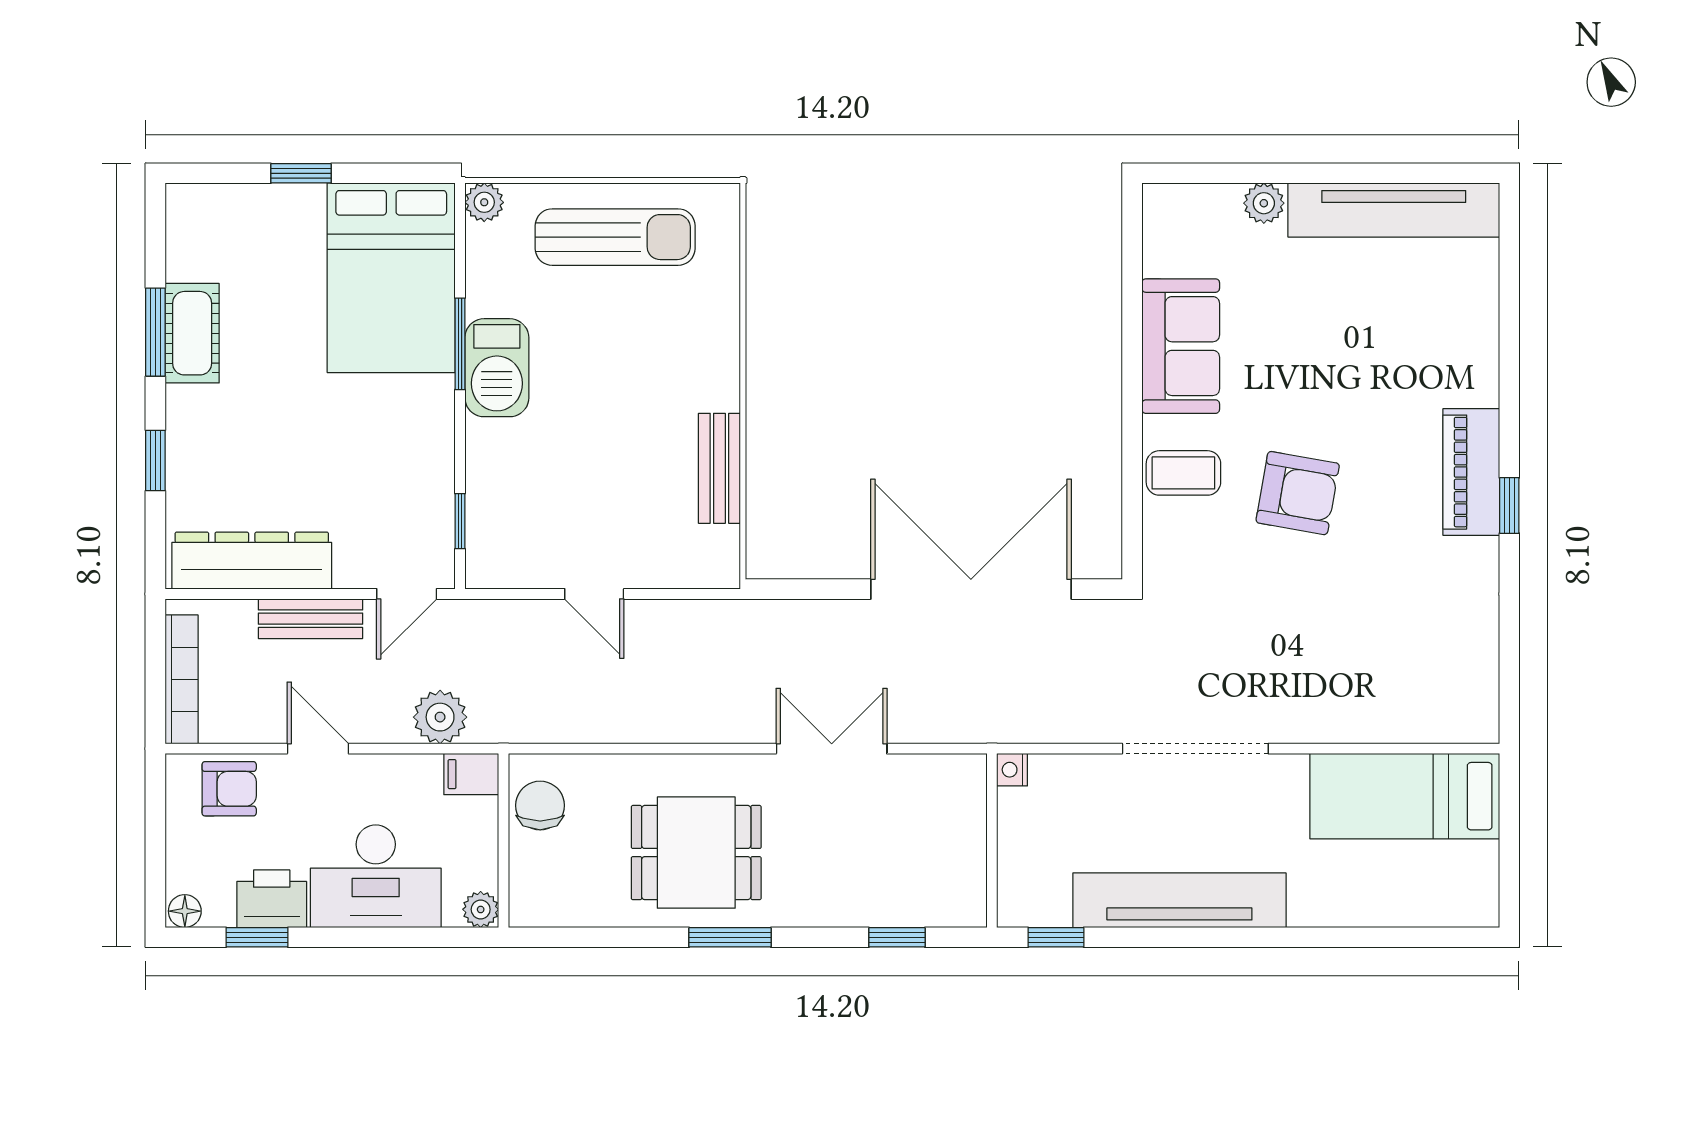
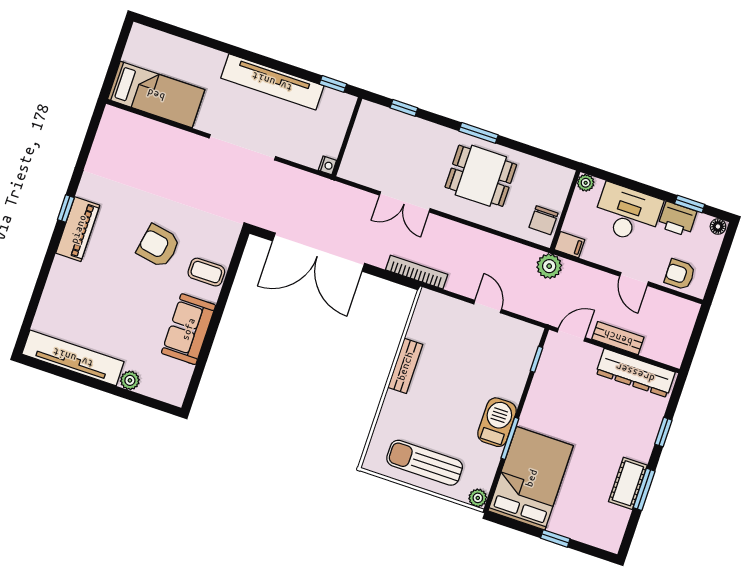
bench: (719, 468) -> (405, 366), moved
bookcase: (182, 679) -> (417, 272), moved, turned 90
plant: (440, 717) -> (549, 266), moved

